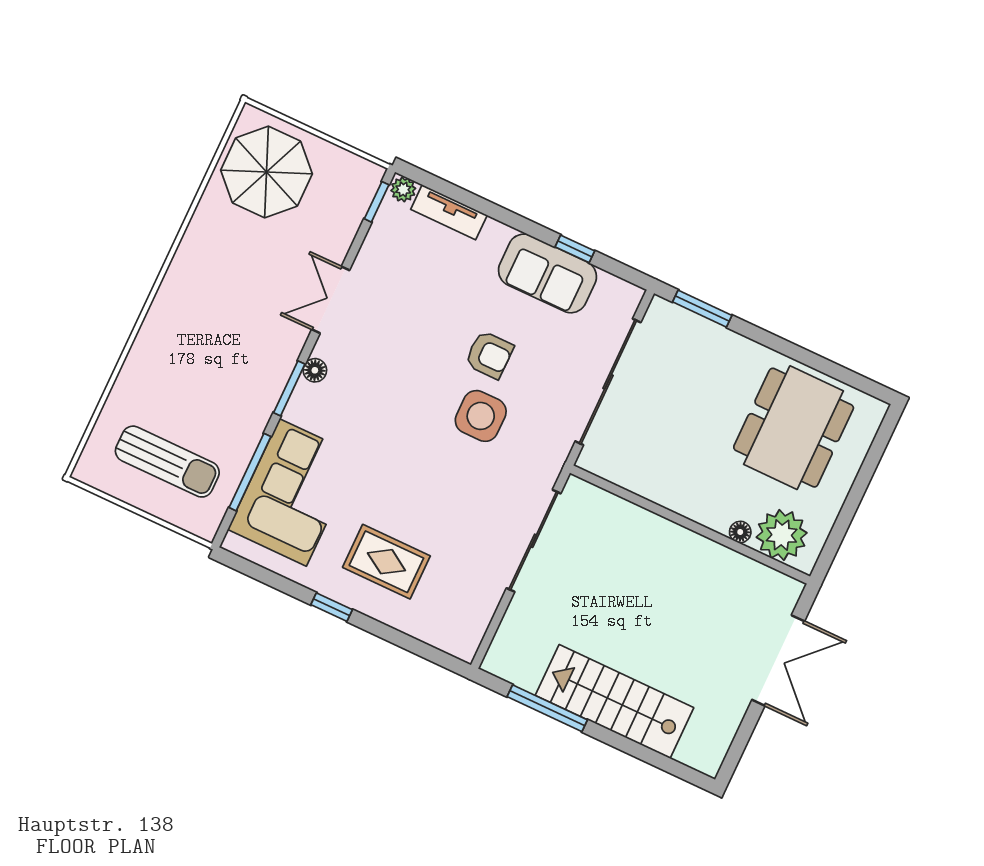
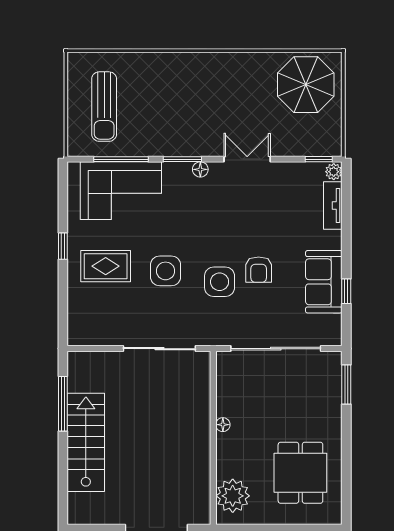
dining table: (794, 428) -> (300, 473), width x0.73
side table: (431, 483) -> (166, 271), added
floor lamp: (740, 532) -> (223, 425), moved
rug: (386, 562) -> (106, 266), turned 90

